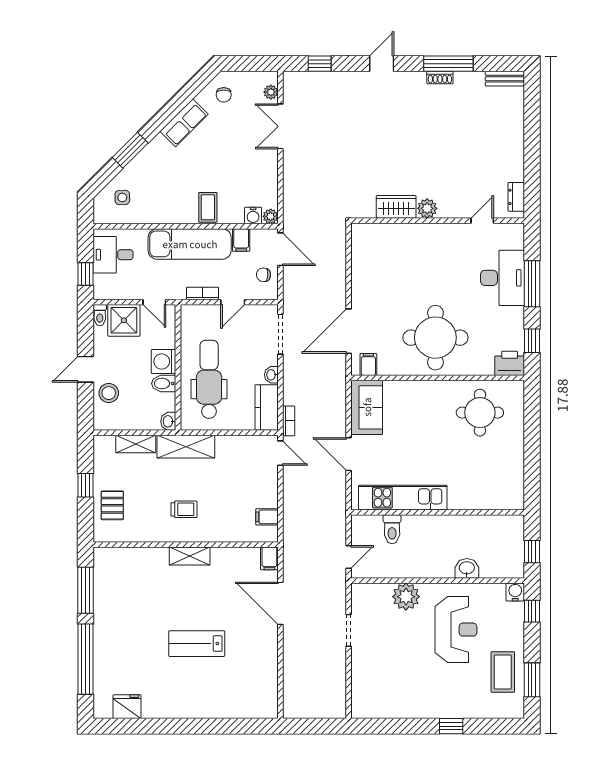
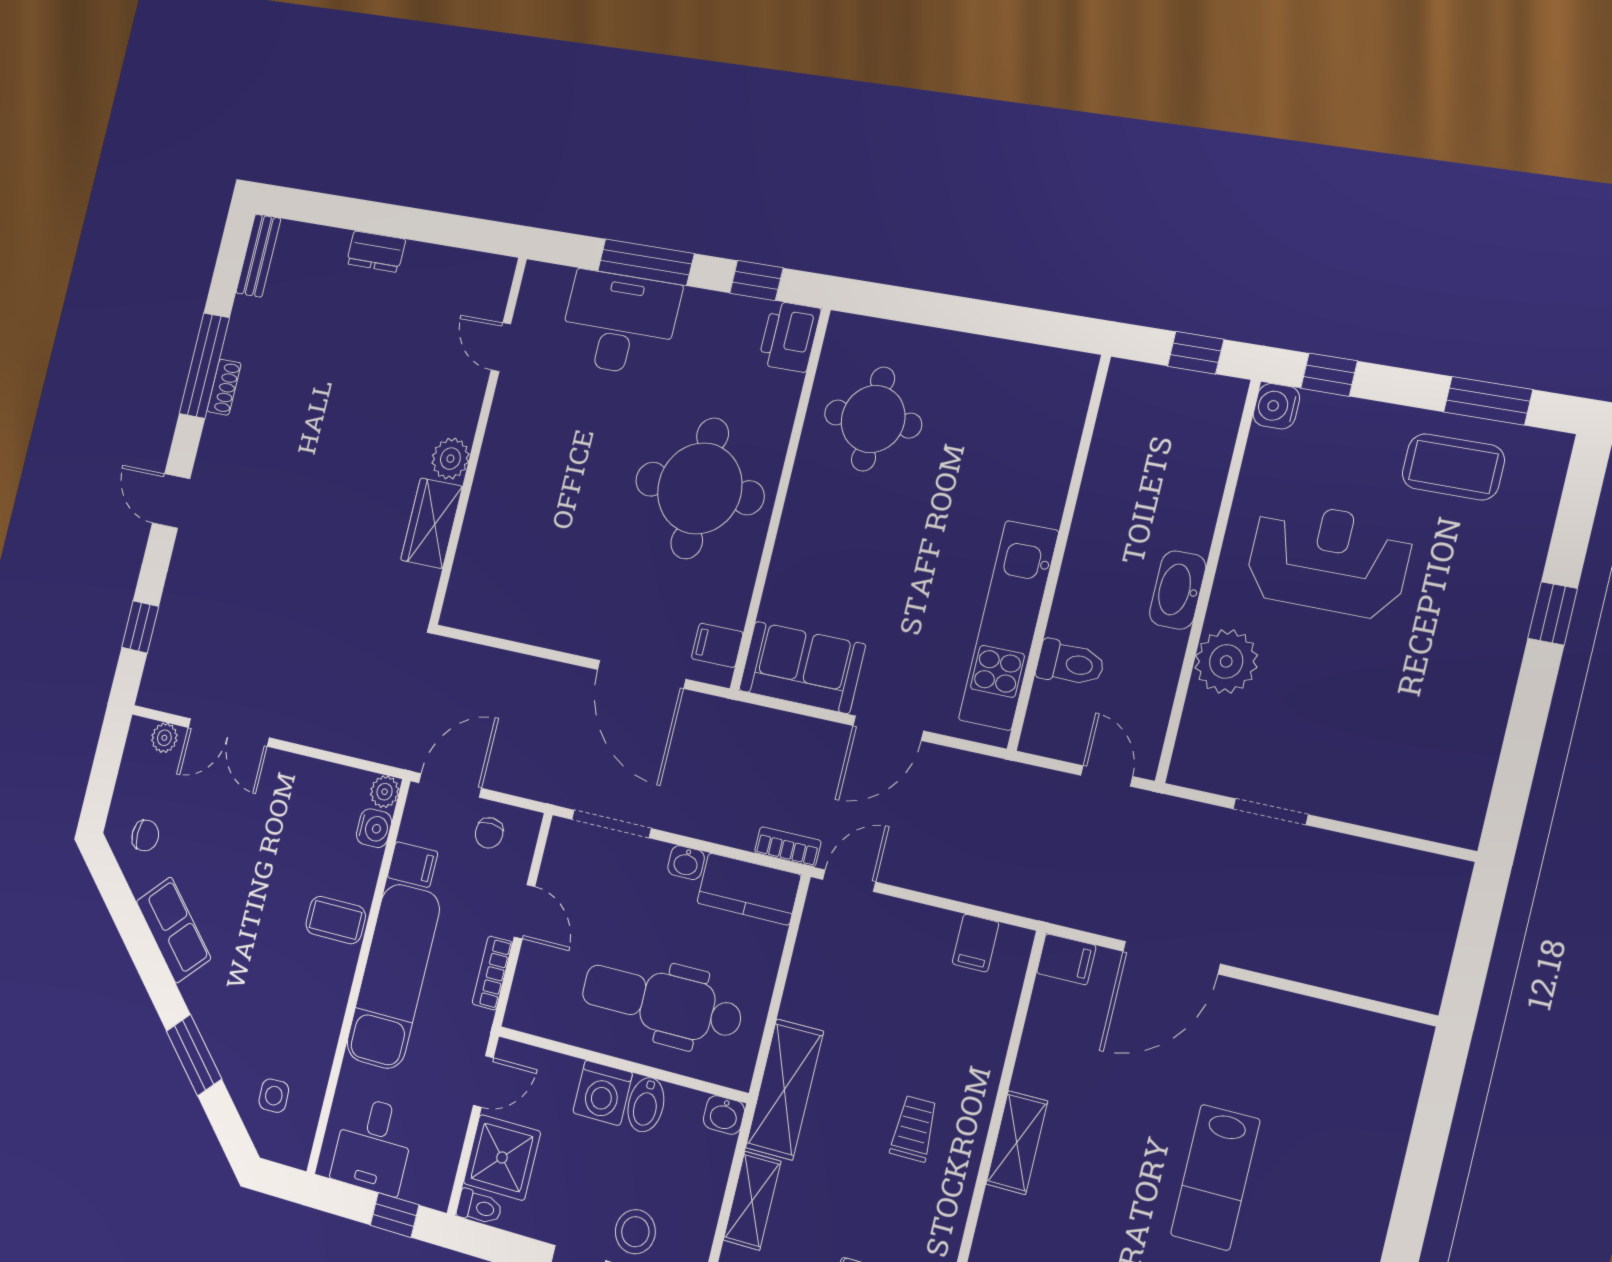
dresser: (516, 197) -> (376, 252), moved
washbasin: (467, 568) -> (1178, 590), moved, width x1.38

